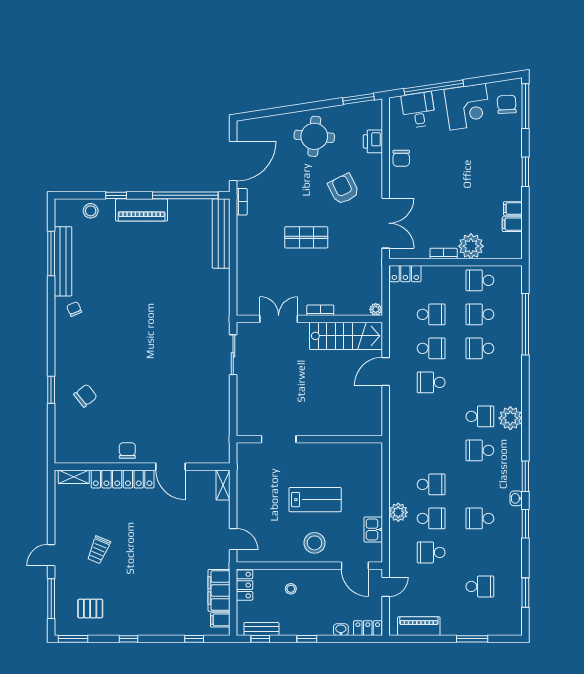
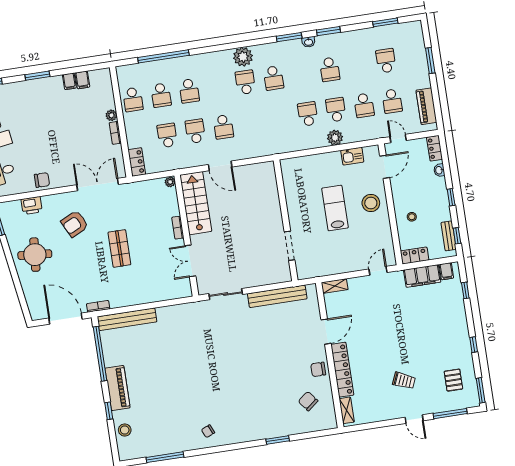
plant: (471, 246) -> (111, 115), width x0.53, depth x0.53
bench: (63, 261) -> (277, 296), moved
chair: (85, 396) -> (308, 401), moved
school desk: (431, 586) -> (392, 101), added

